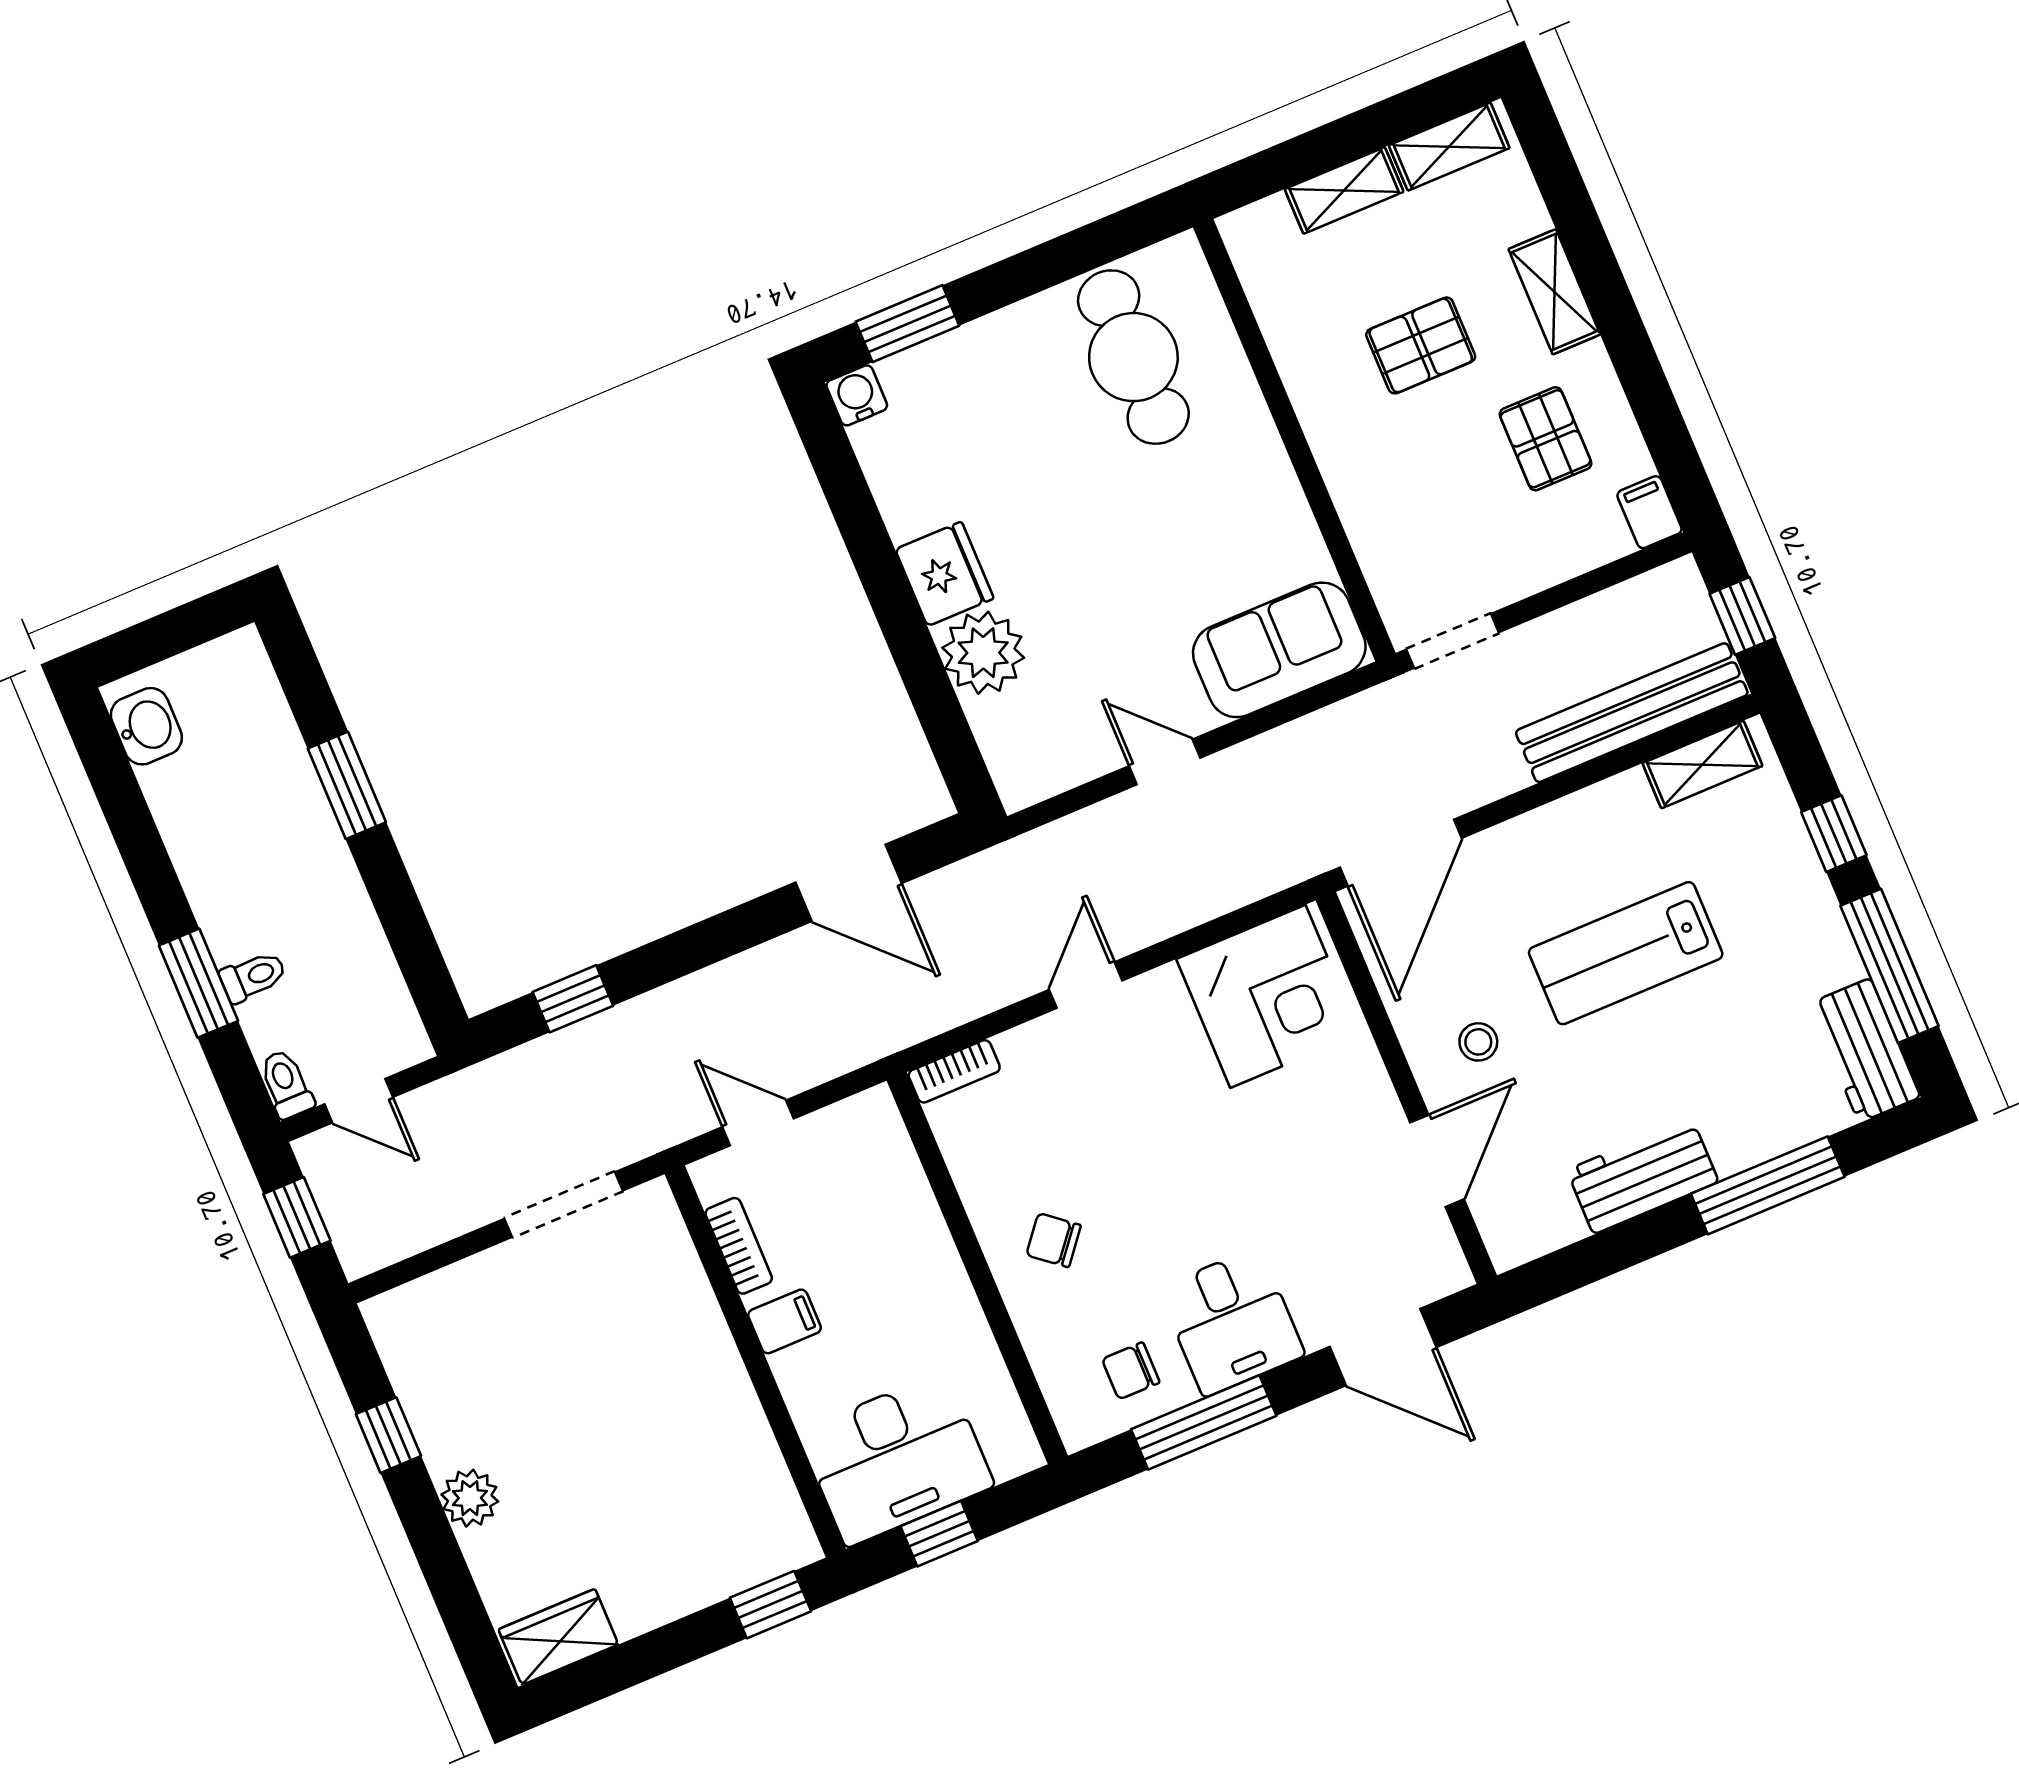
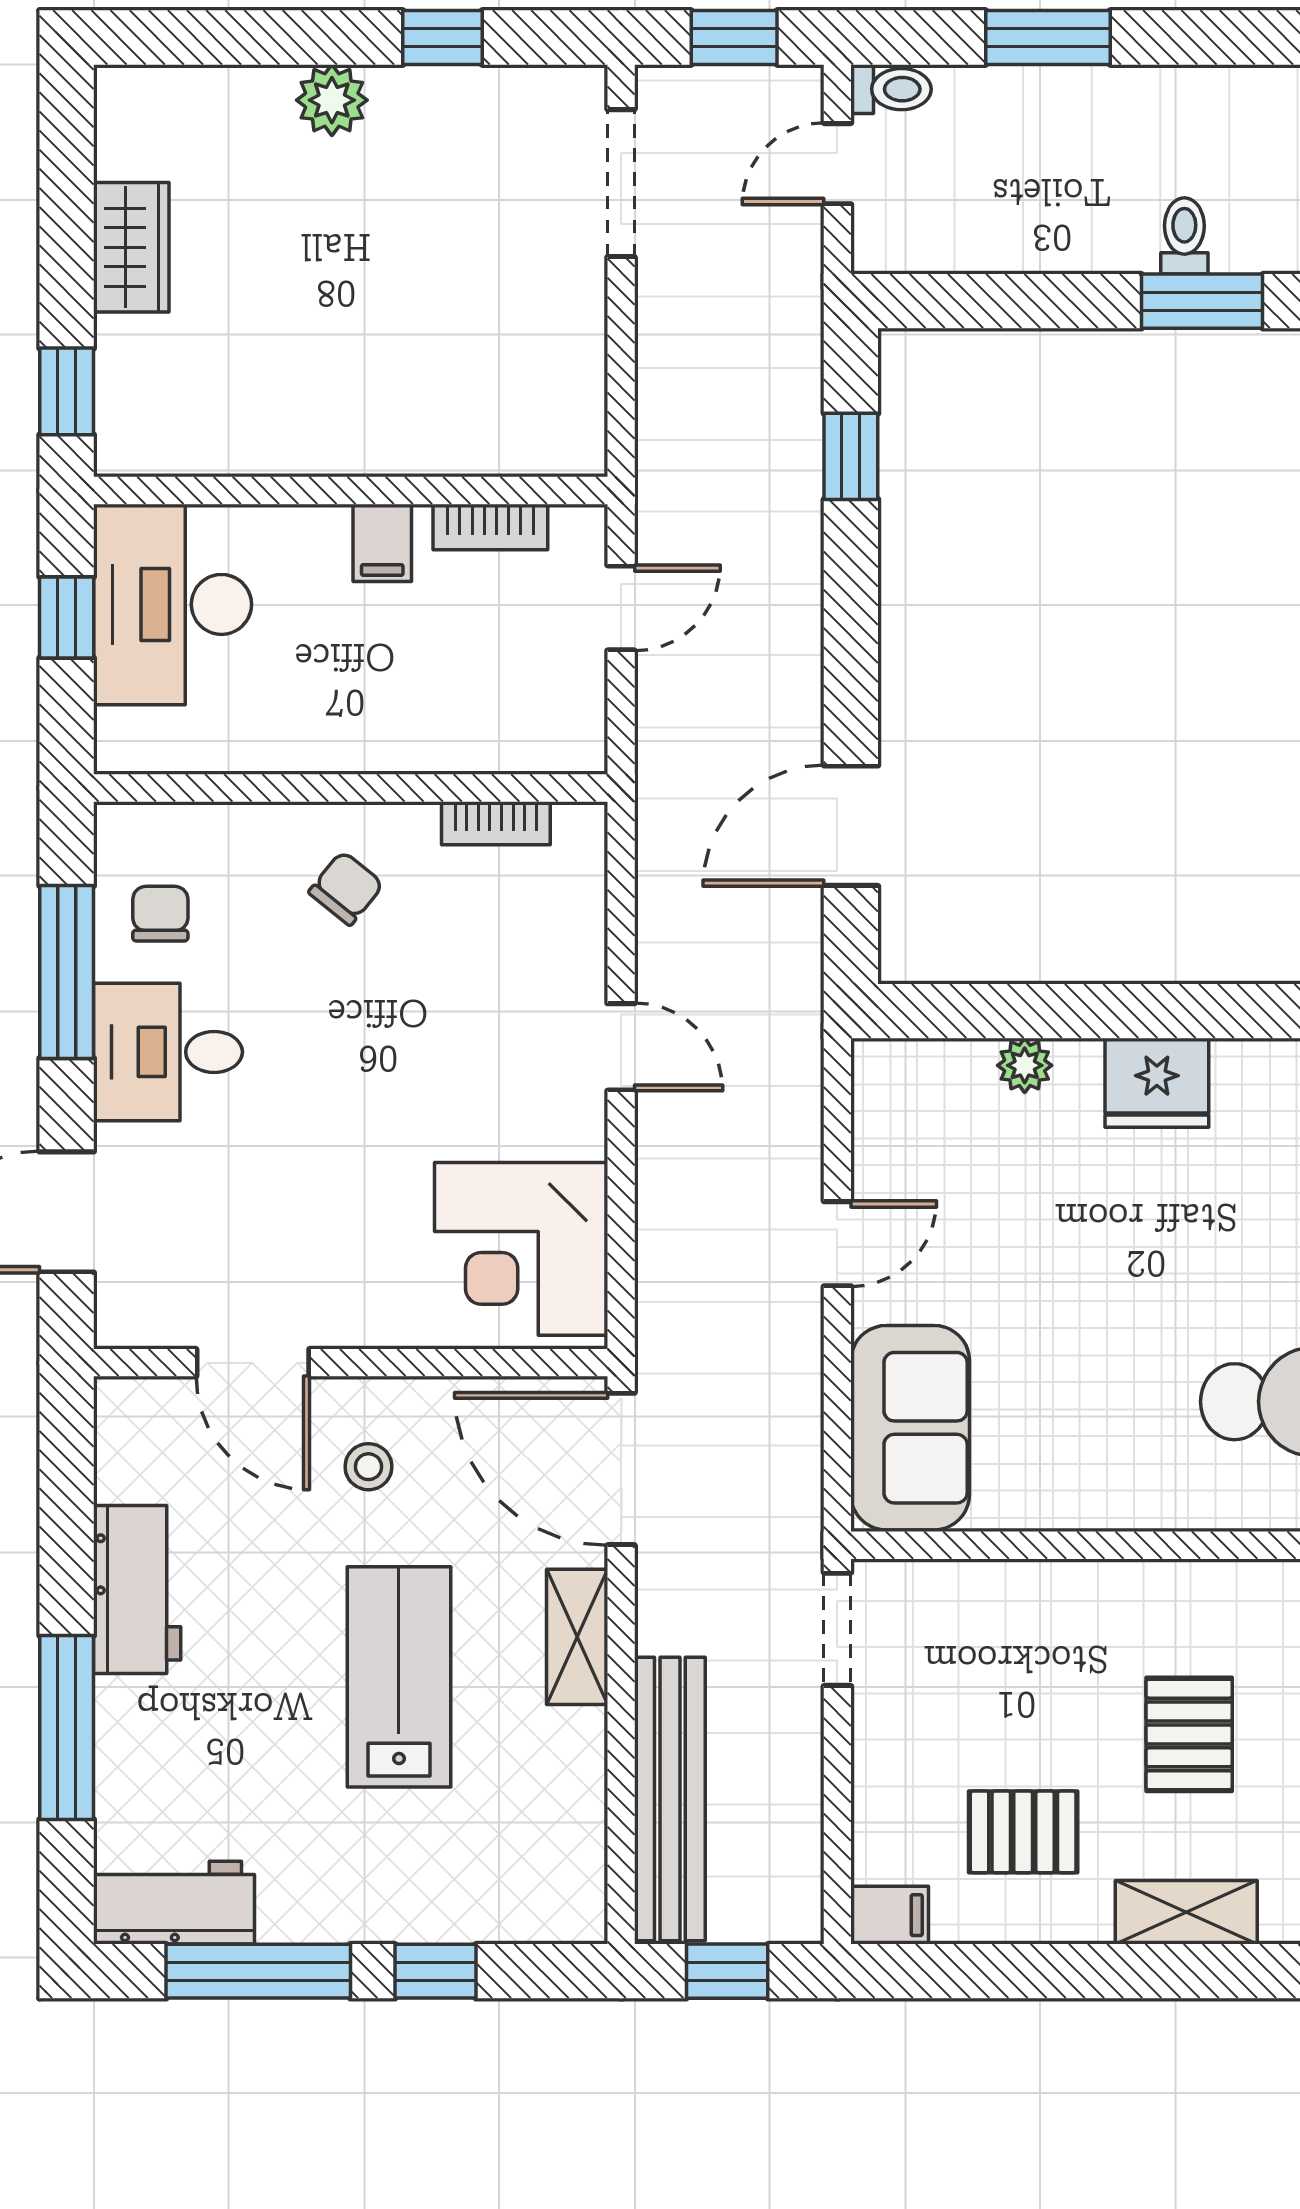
plant: (983, 653) -> (1025, 1065), width x0.53, depth x0.53
shelving: (1702, 765) -> (577, 1637), moved
toilet: (253, 977) -> (1184, 236), moved, turned 180
bookcase: (954, 1071) -> (496, 823), moved, turned -90
doorway: (564, 1205) -> (621, 183), moved
wardrobe: (558, 1637) -> (131, 247), moved

